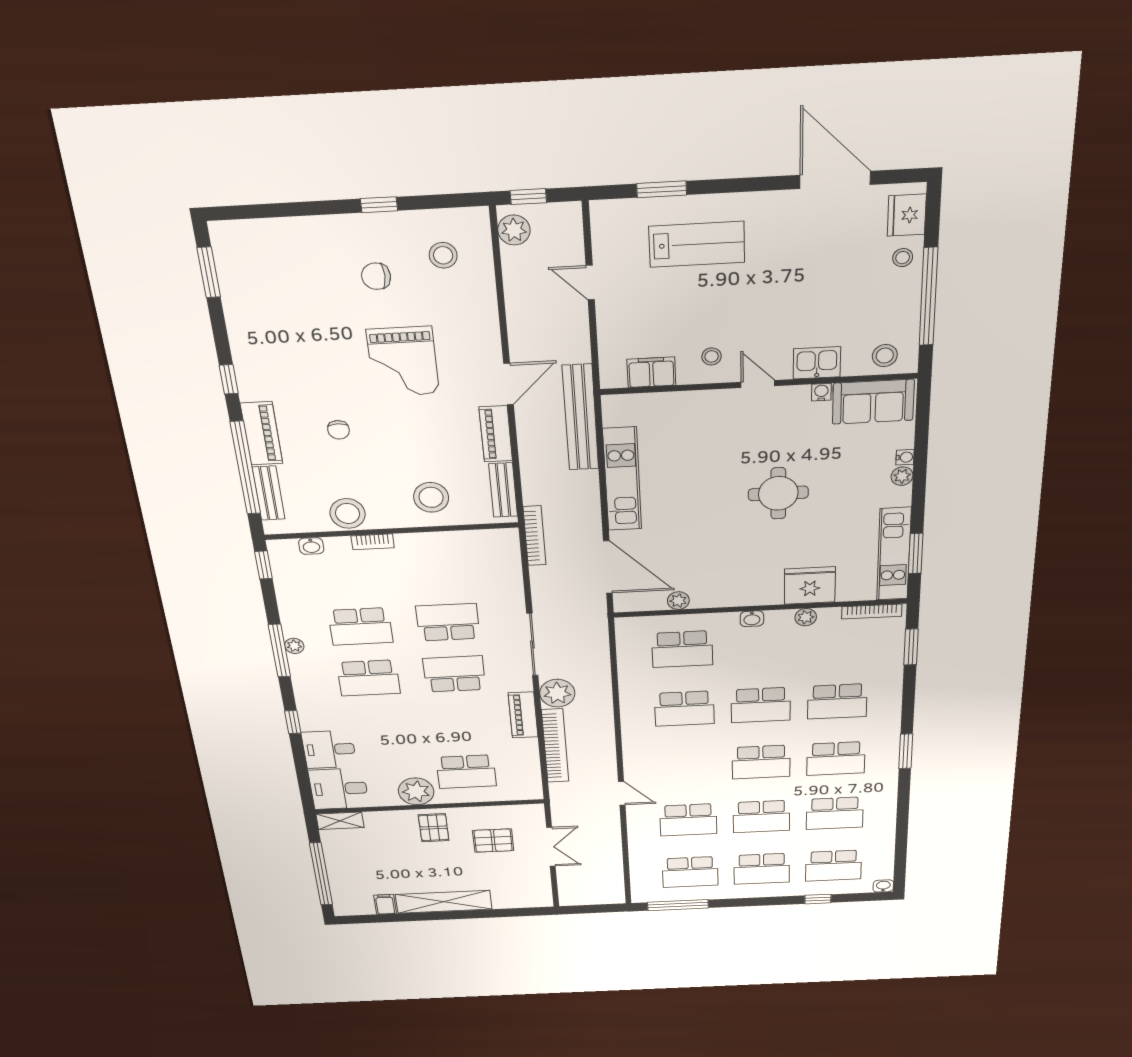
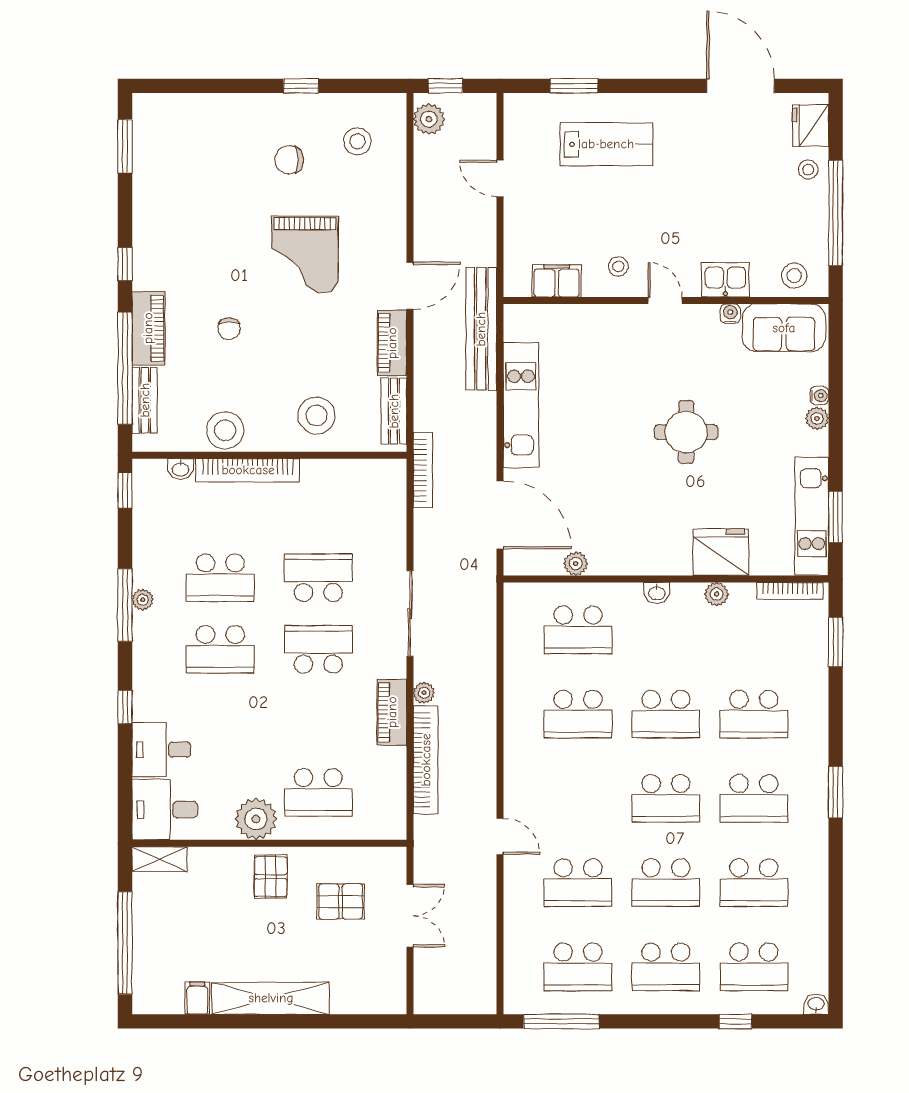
bookcase: (373, 542) -> (248, 470), width x2.31, depth x1.31
plant: (557, 693) -> (424, 693), width x0.53, depth x0.53

